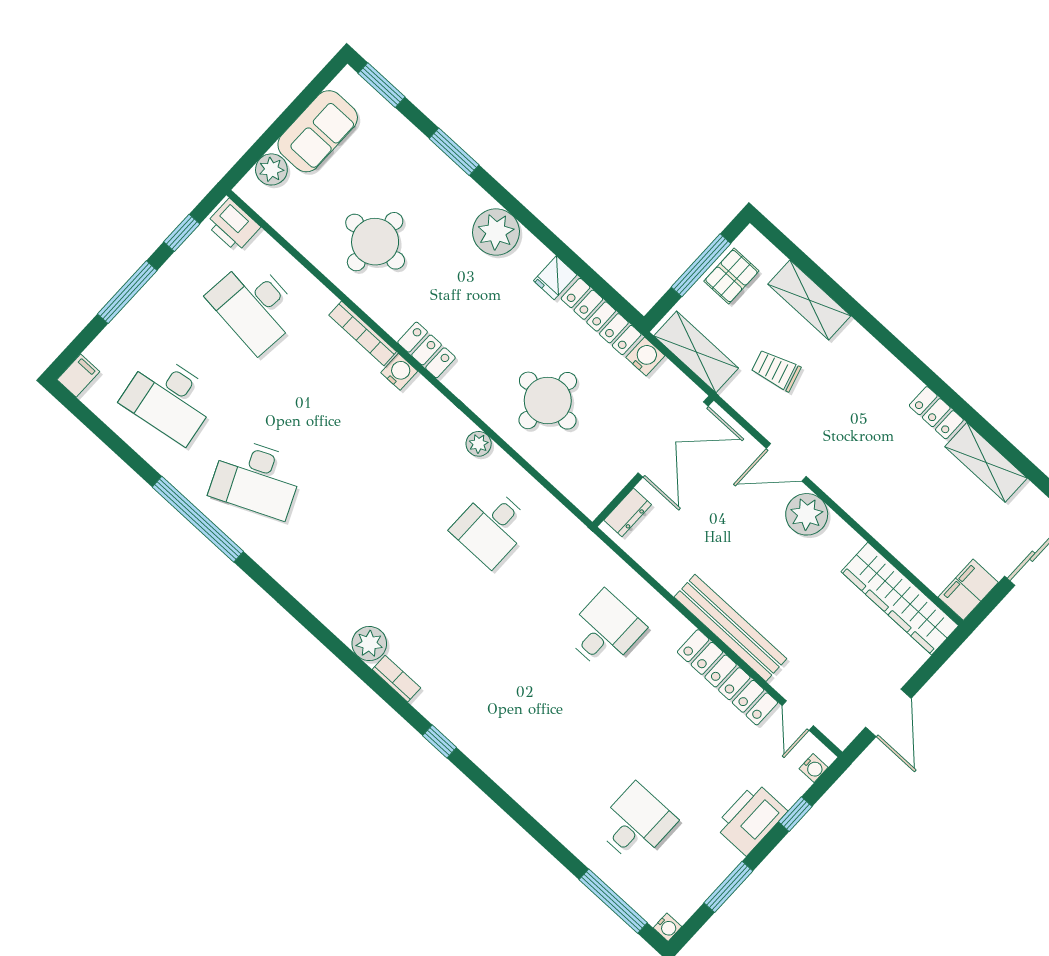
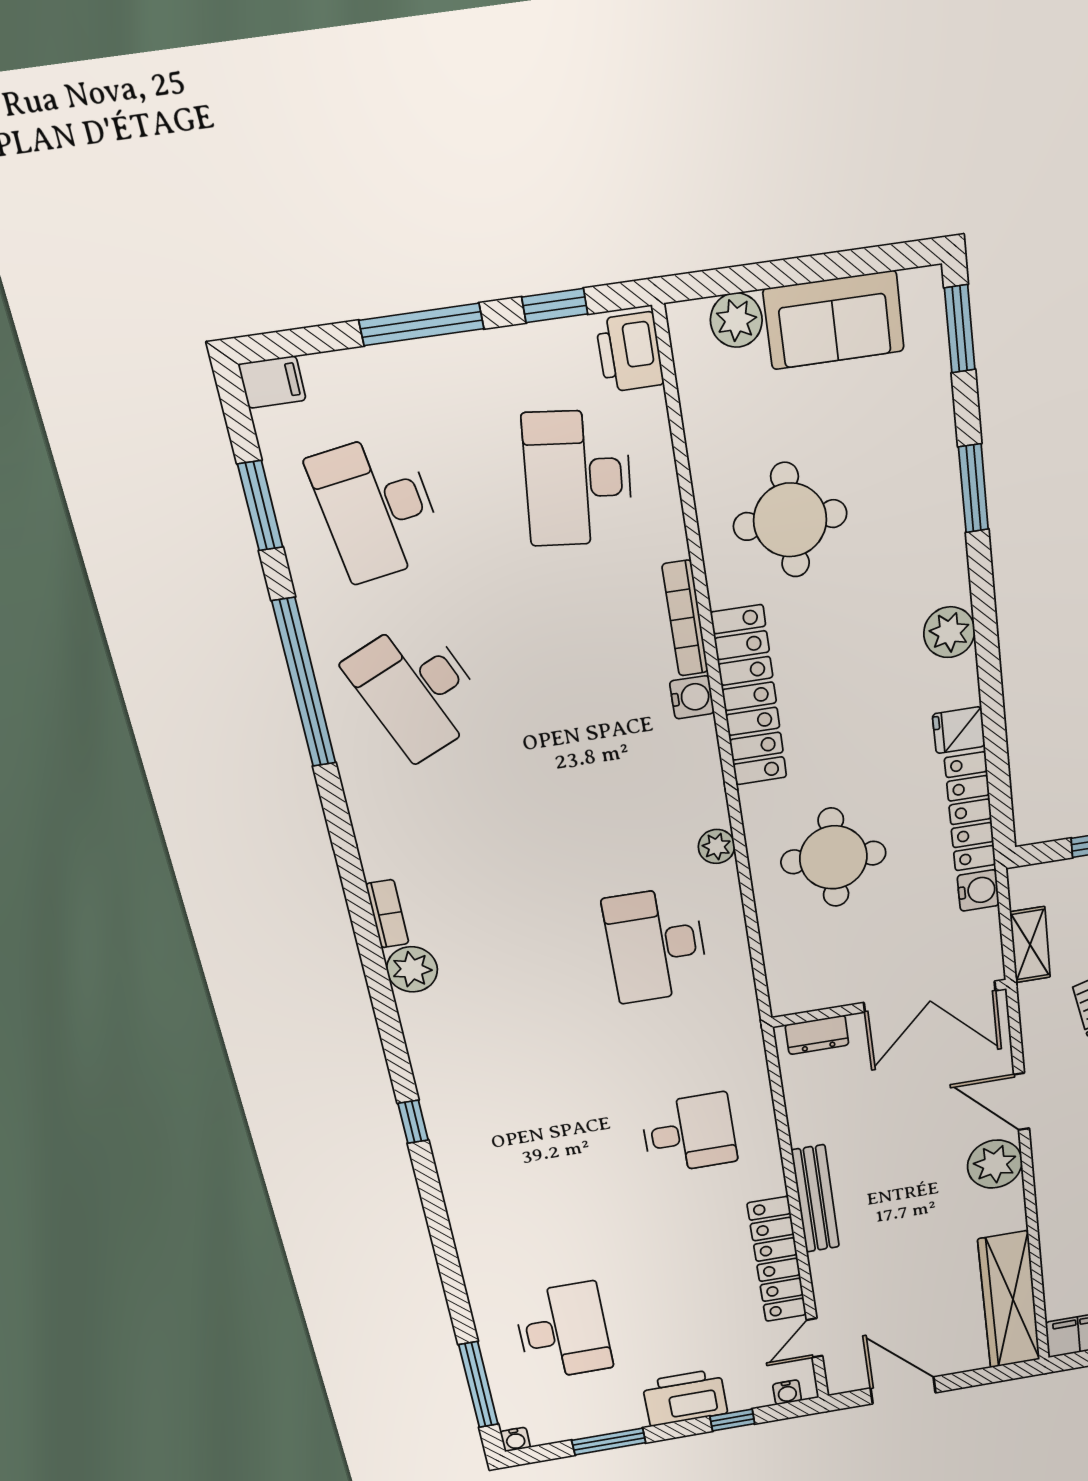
plant: (496, 232) -> (949, 632), width x0.73, depth x0.73
locker: (427, 350) -> (749, 696), width x2.16, depth x1.21
shelving: (696, 352) -> (1030, 945), width x0.67, depth x0.75
window: (114, 442) -> (260, 506), added
desk: (492, 527) -> (656, 945), width x1.37
bench: (730, 628) -> (815, 1199), width x0.73, depth x0.82
bookcase: (396, 679) -> (387, 914), moved
door: (888, 713) -> (903, 1390), swing flipped
desk: (636, 824) -> (563, 1331), width x1.37

